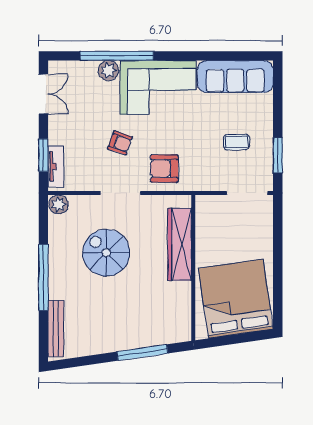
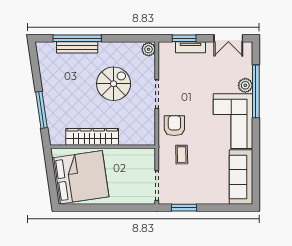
coffee table: (236, 142) -> (182, 155), moved
armchair: (120, 143) -> (193, 94), removed
tv unit: (56, 166) -> (190, 47), moved
wardrobe: (180, 244) -> (92, 137), moved
window: (43, 277) -> (77, 38), moved
bench: (56, 329) -> (77, 47), moved

